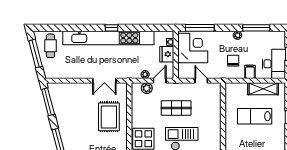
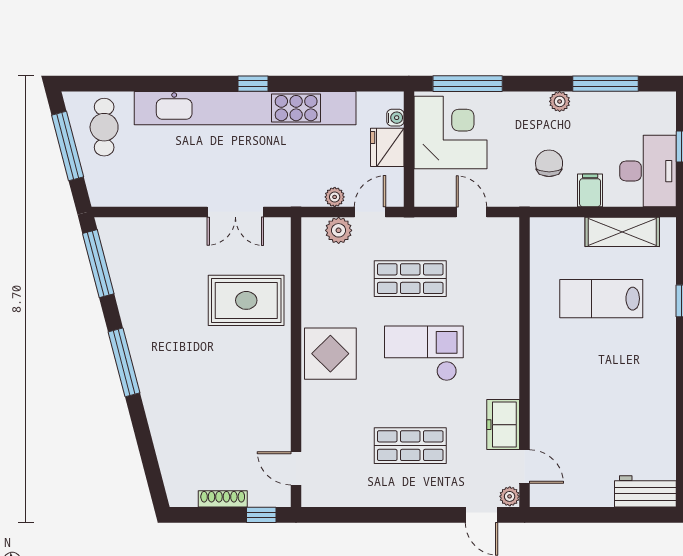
rug: (109, 117) -> (246, 300), turned 90

